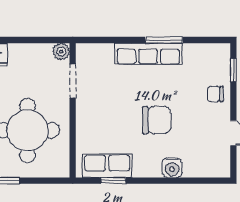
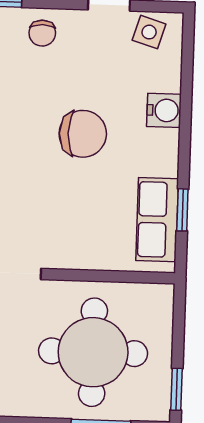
chair: (157, 120) -> (83, 134), turned 90
side table: (218, 157) -> (149, 32), added

